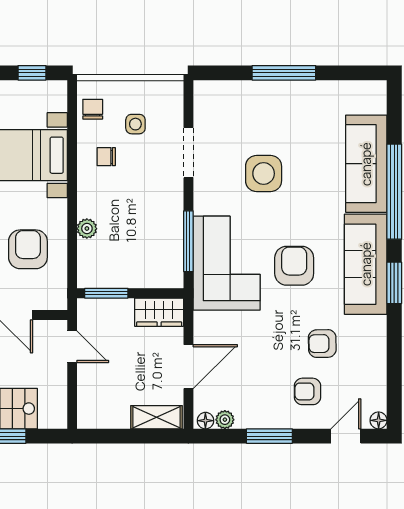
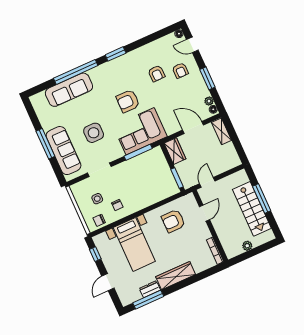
plant: (87, 229) -> (153, 199), removed
sofa: (366, 264) -> (64, 151), moved, turned -90

